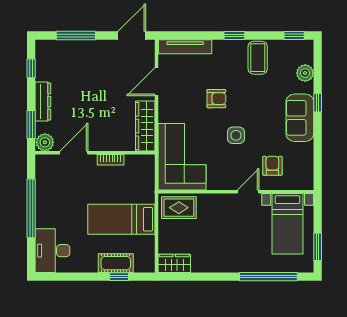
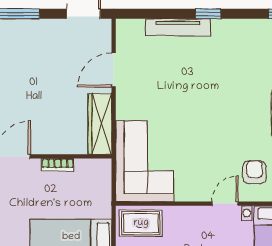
tv unit: (185, 47) -> (178, 27), moved
coffee table: (258, 58) -> (237, 41), removed
armchair: (216, 99) -> (186, 91), removed
side table: (236, 135) -> (210, 135), removed

